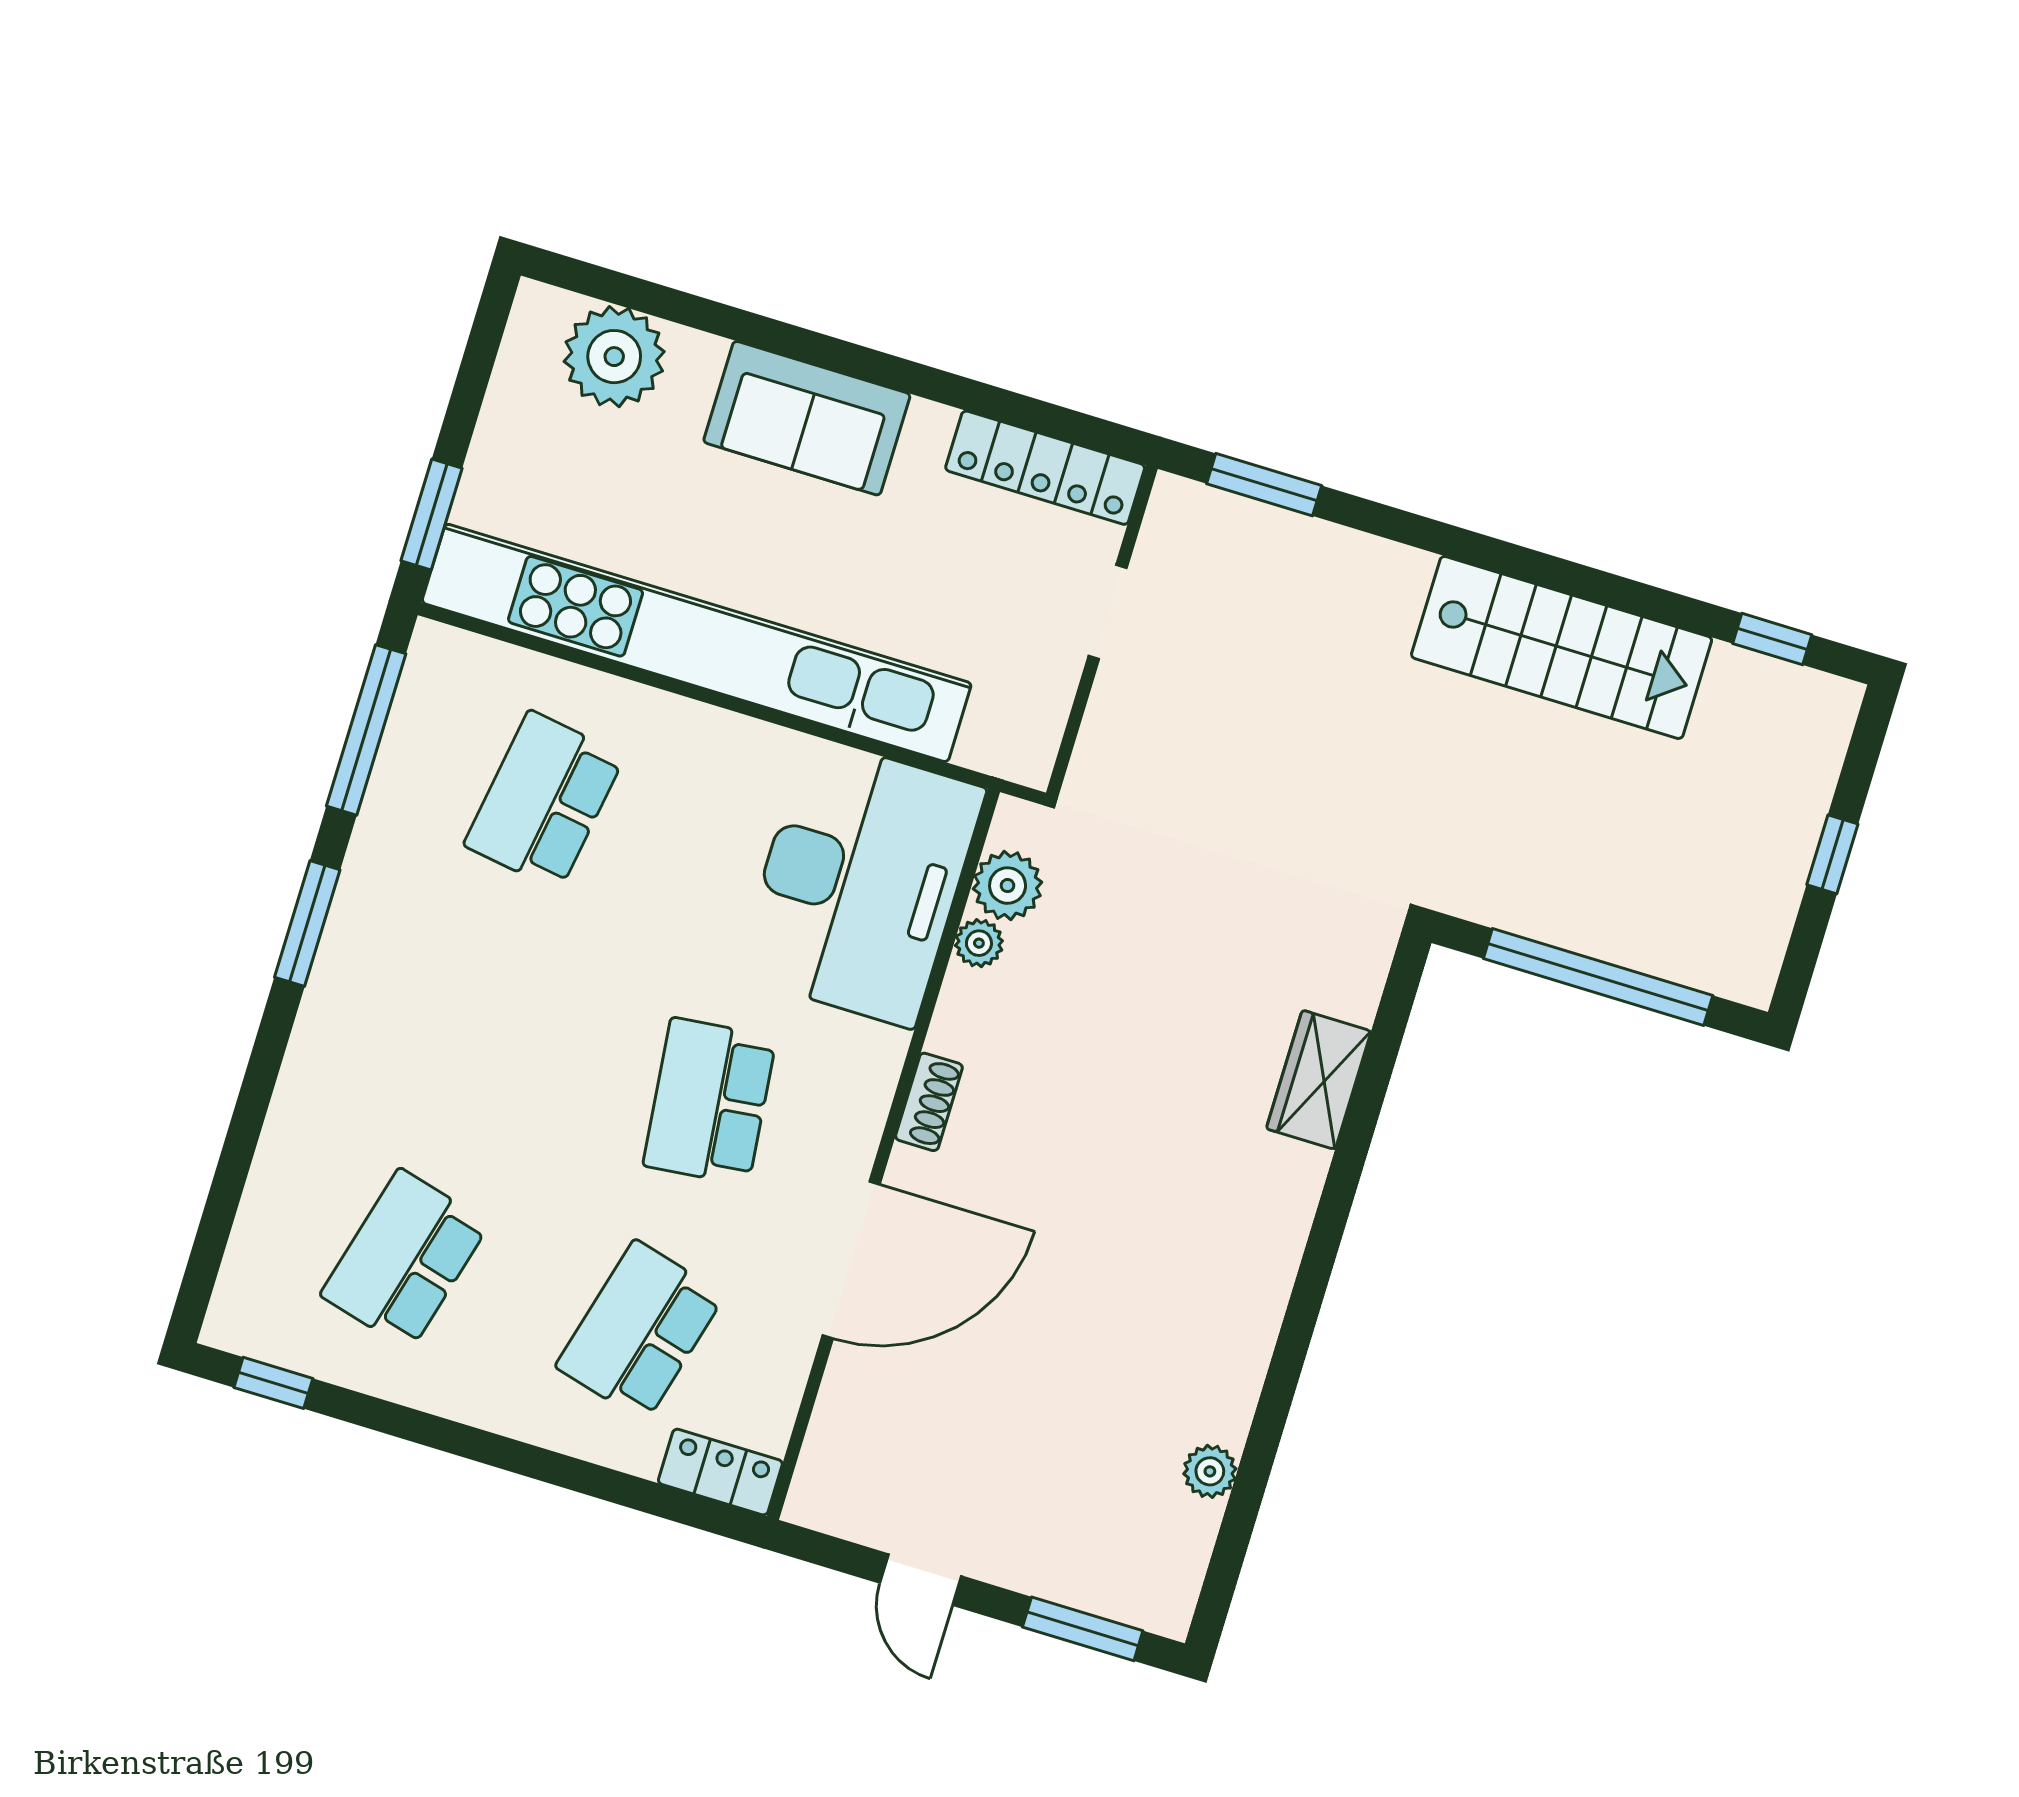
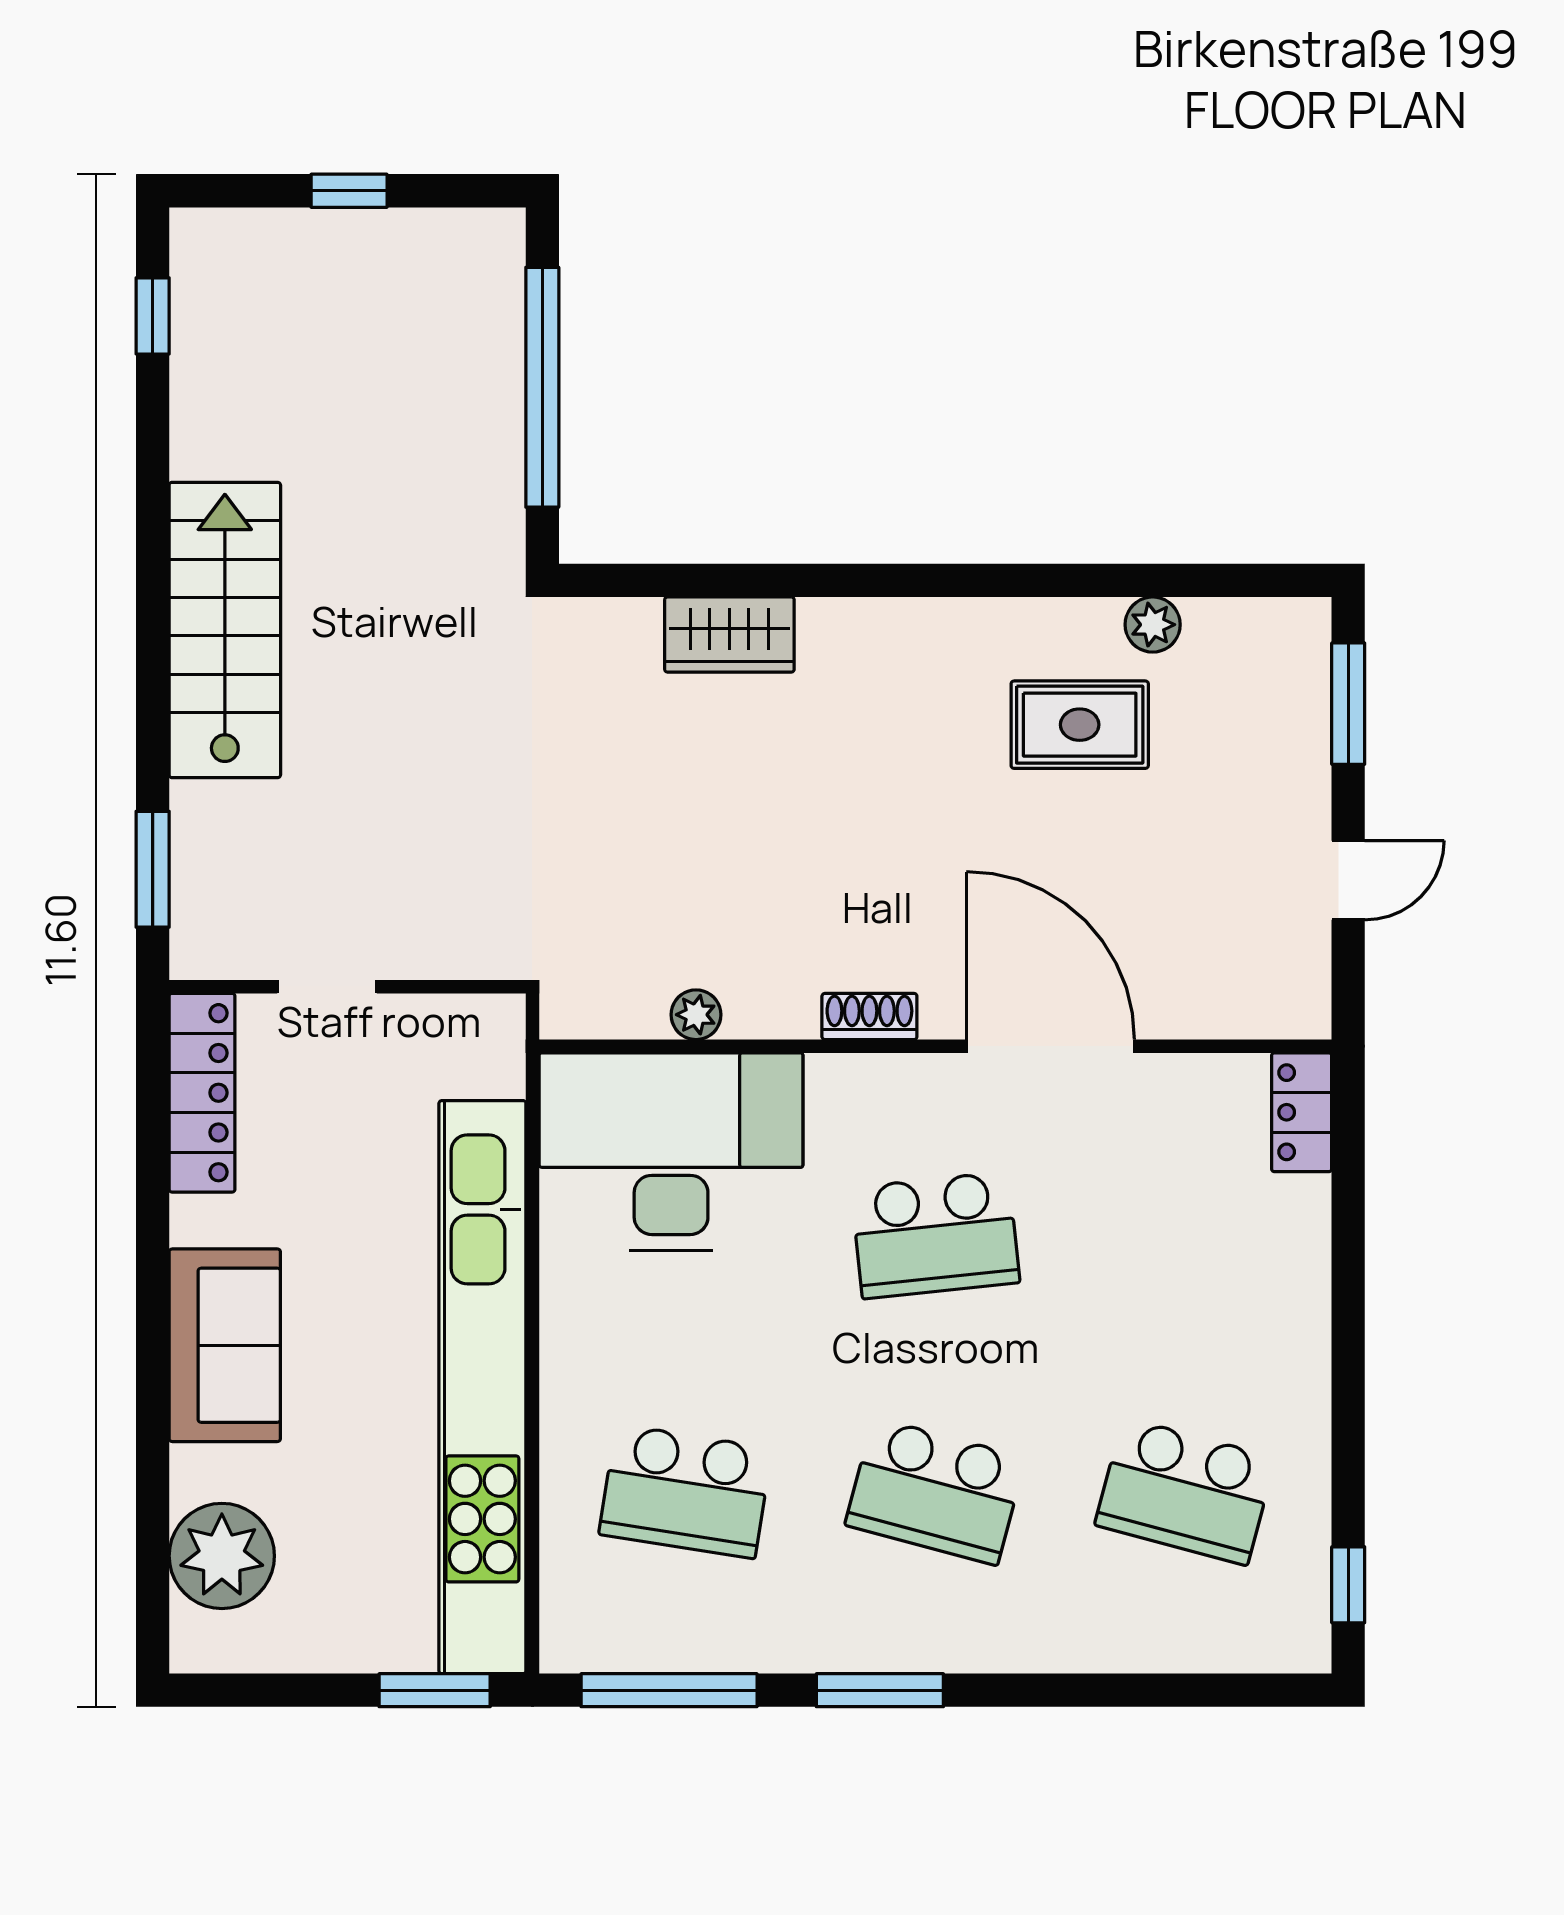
stairs: (1562, 647) -> (225, 630), moved
plant: (1008, 886) -> (630, 1004), removed
school desk: (640, 1331) -> (935, 1491), moved
rug: (1138, 1376) -> (1080, 725), added

